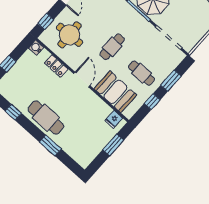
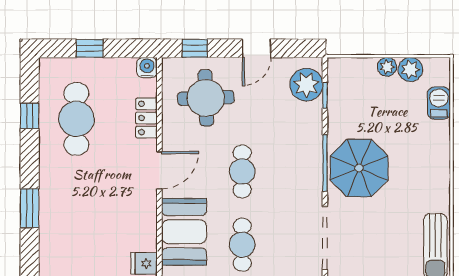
cafe table: (112, 47) -> (242, 171), turned 90
cafe table: (46, 118) -> (76, 119), moved

